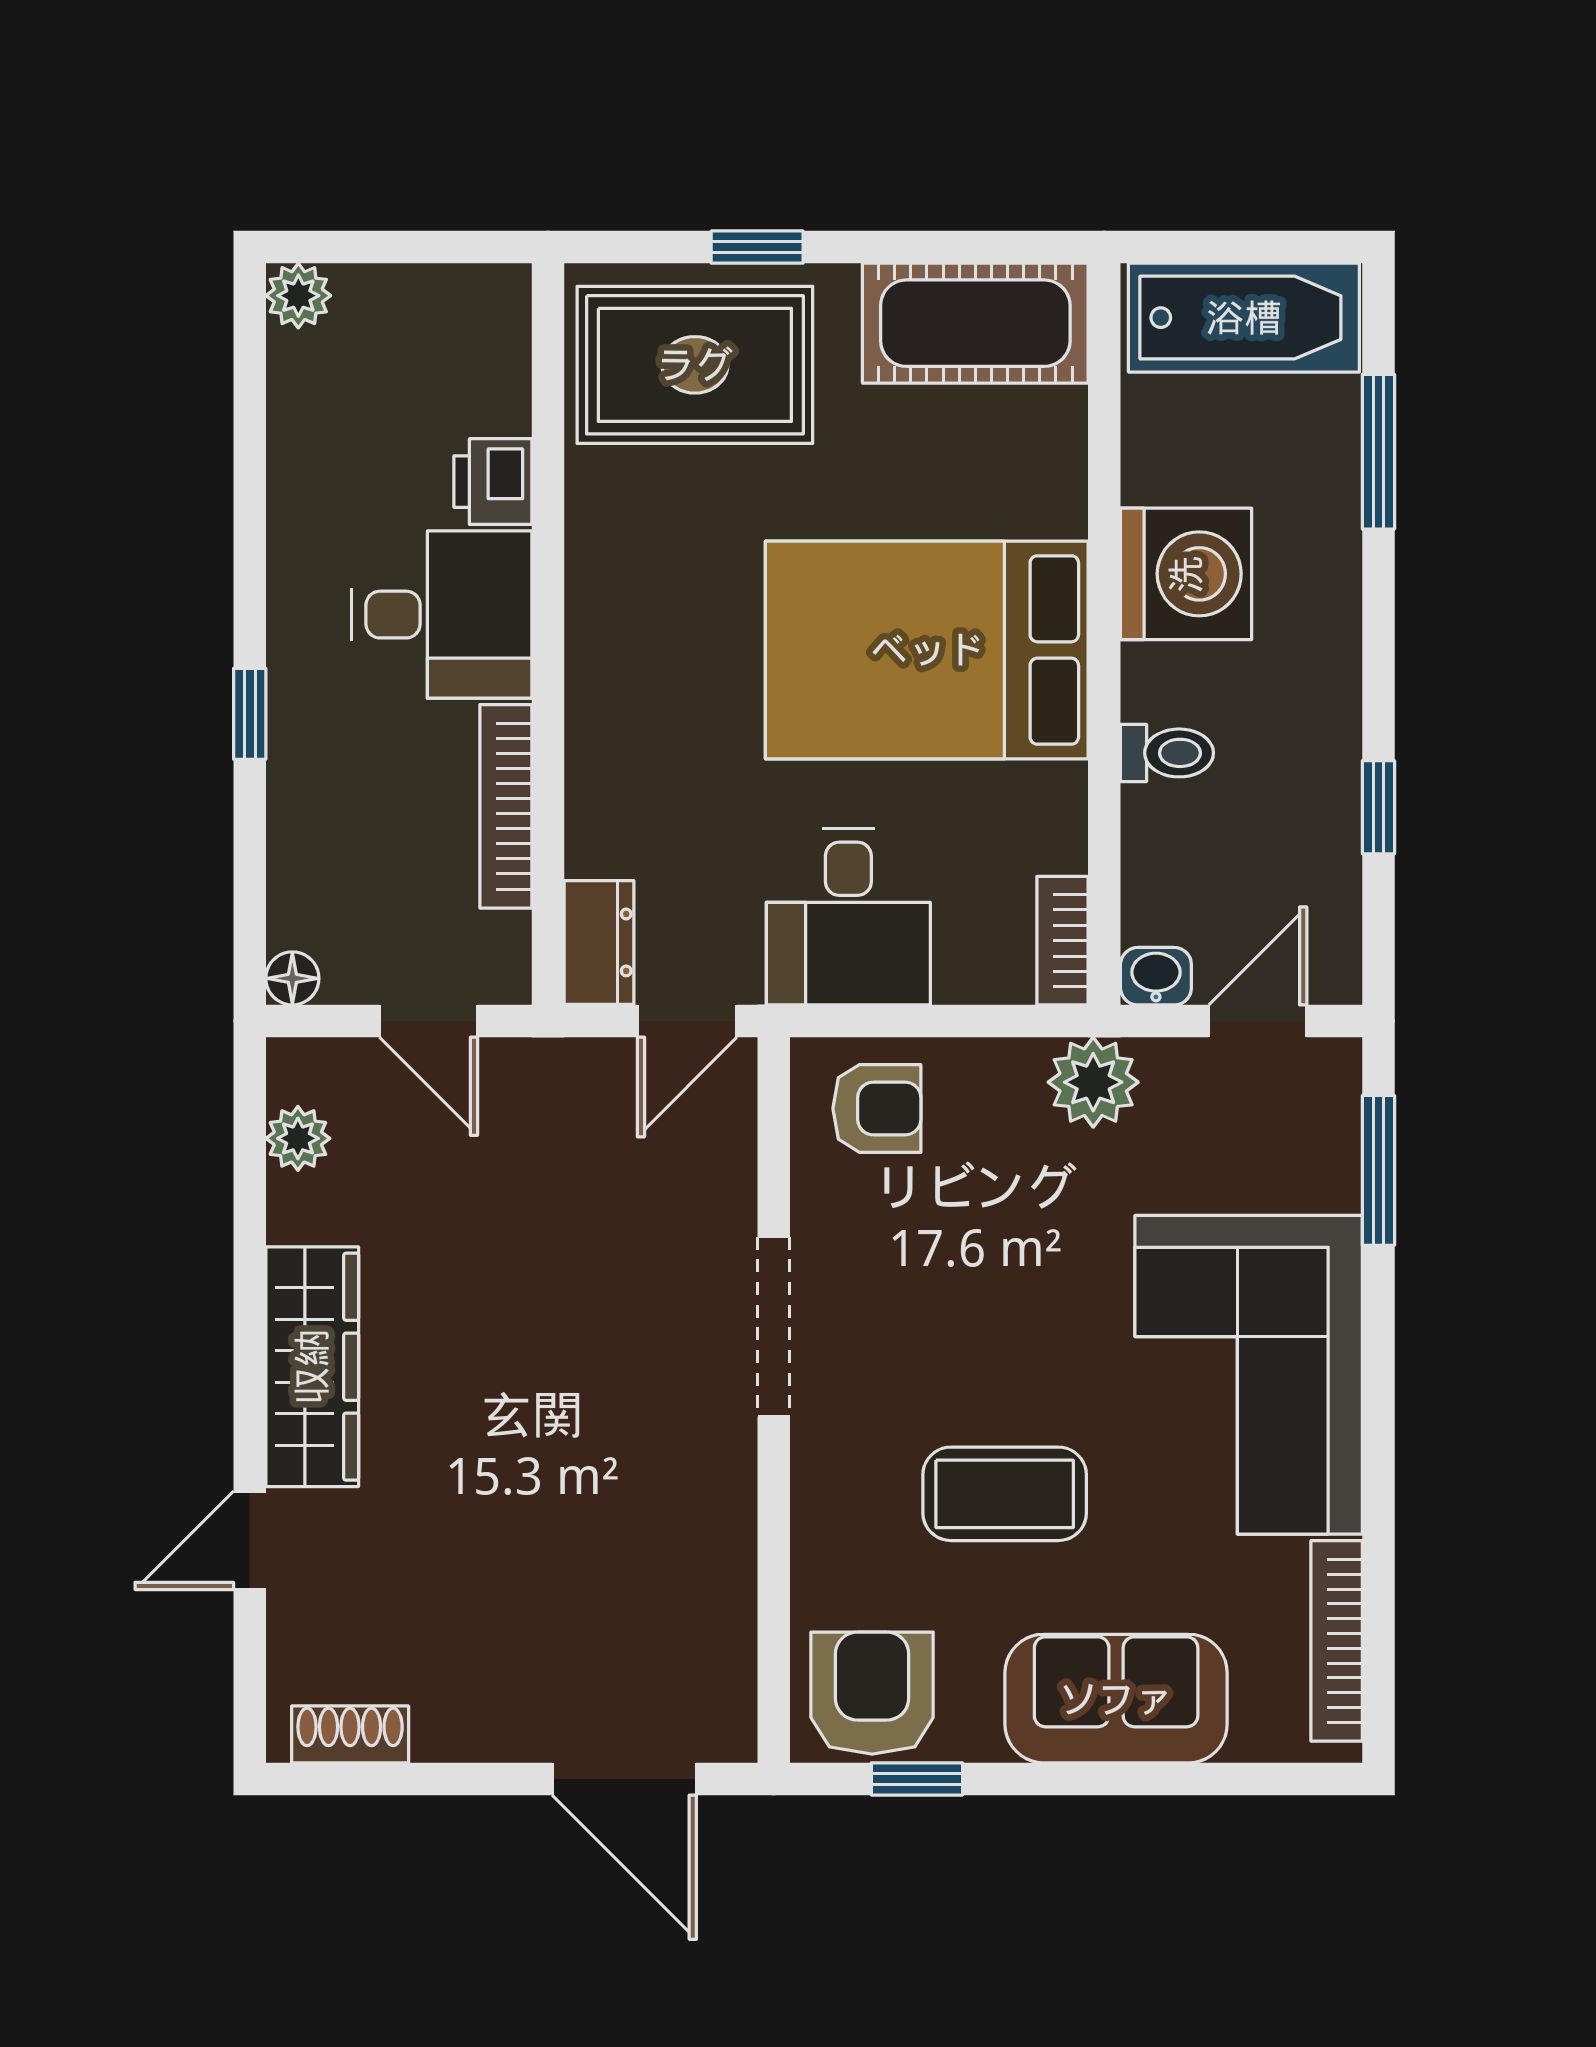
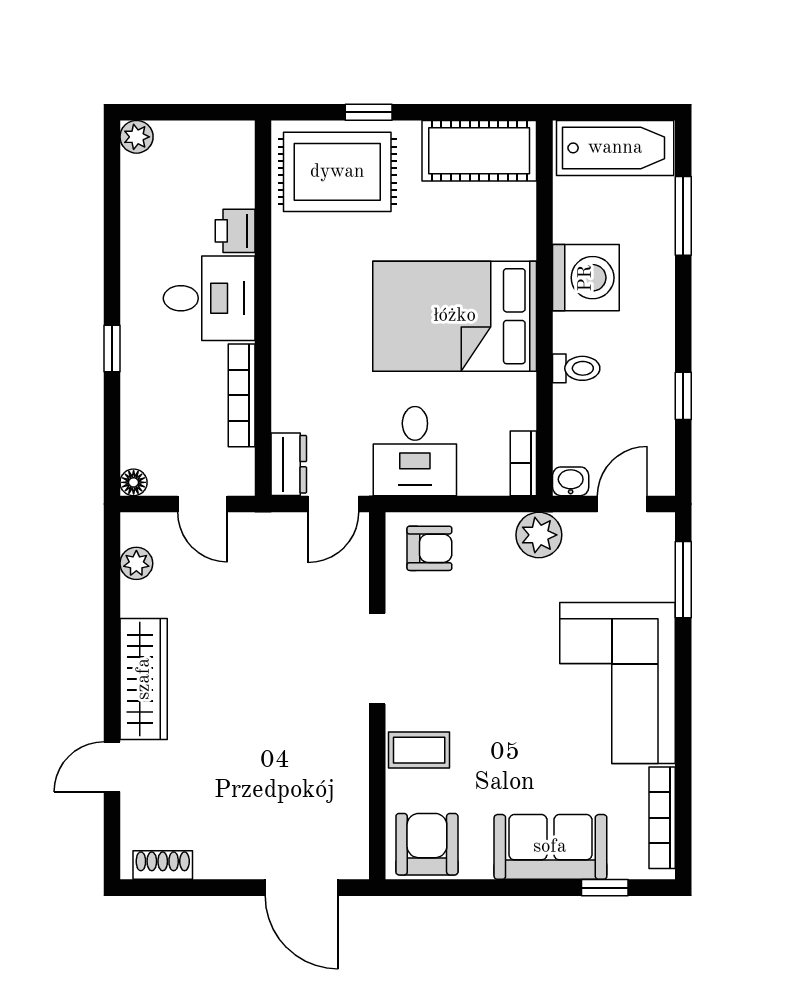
coffee table: (1005, 1494) -> (419, 750), moved, width x0.73, depth x0.77
window: (917, 1779) -> (605, 888), moved

